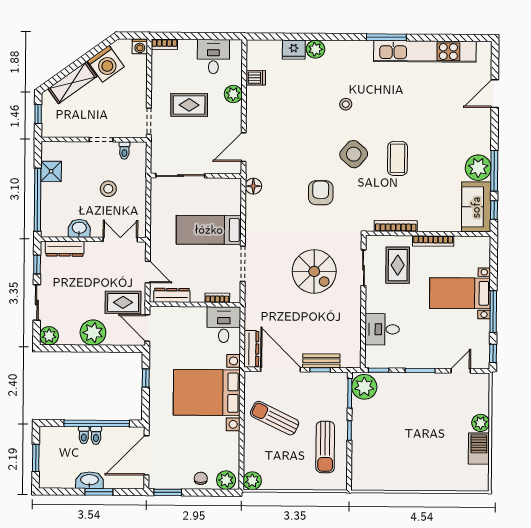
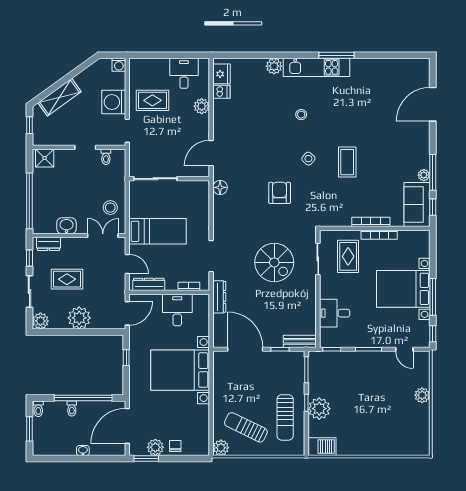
bookcase: (164, 44) -> (141, 63), removed
fridge: (294, 50) -> (221, 74), moved, turned -90
kitchen unit: (425, 51) -> (316, 67), moved, width x0.73
washing machine: (106, 64) -> (114, 102), moved, turned 126
door: (495, 94) -> (433, 104), width x1.36
rug: (189, 105) -> (152, 100), moved
side table: (354, 154) -> (308, 159), width x0.54, depth x0.54
plant: (478, 168) -> (424, 175), width x0.53, depth x0.53
shower: (51, 171) -> (45, 158), moved
stool: (108, 189) -> (110, 208), moved
bookcase: (396, 226) -> (371, 222), moved
bed: (209, 230) -> (158, 231), moved, turned 180
dresser: (65, 249) -> (49, 244), width x0.70
bed with nightstands: (460, 293) -> (403, 289), width x1.36
rug: (123, 302) -> (67, 279), moved
desk: (224, 325) -> (177, 310), moved
door: (147, 328) -> (127, 313), swing flipped
dresser: (251, 349) -> (219, 297), moved
bench: (321, 361) -> (300, 341), moved
door: (461, 371) -> (404, 349), swing flipped
plant: (364, 387) -> (319, 409), moved
sun lounger: (275, 418) -> (246, 427), moved
toilet: (96, 436) -> (38, 409), moved
barbecue: (479, 449) -> (322, 447), moved, turned 90
washbasin: (90, 480) -> (83, 451), width x0.52, depth x0.69
plant: (226, 480) -> (155, 447), moved
window: (99, 492) -> (85, 458), removed

